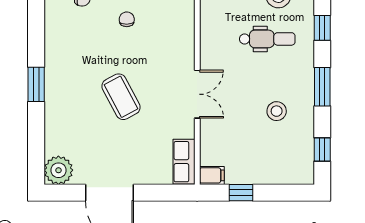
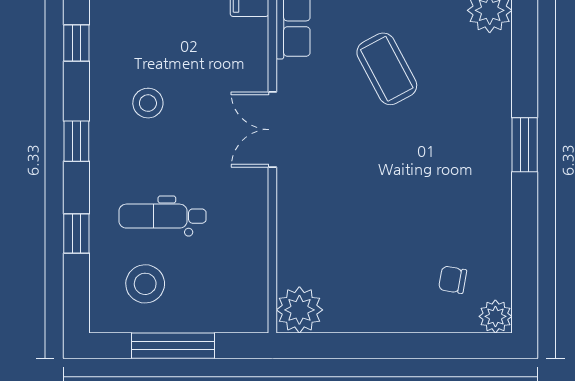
chair: (127, 19) -> (383, 247), removed
window: (322, 87) -> (76, 141), width x0.67
coffee table: (121, 97) -> (387, 69), moved

